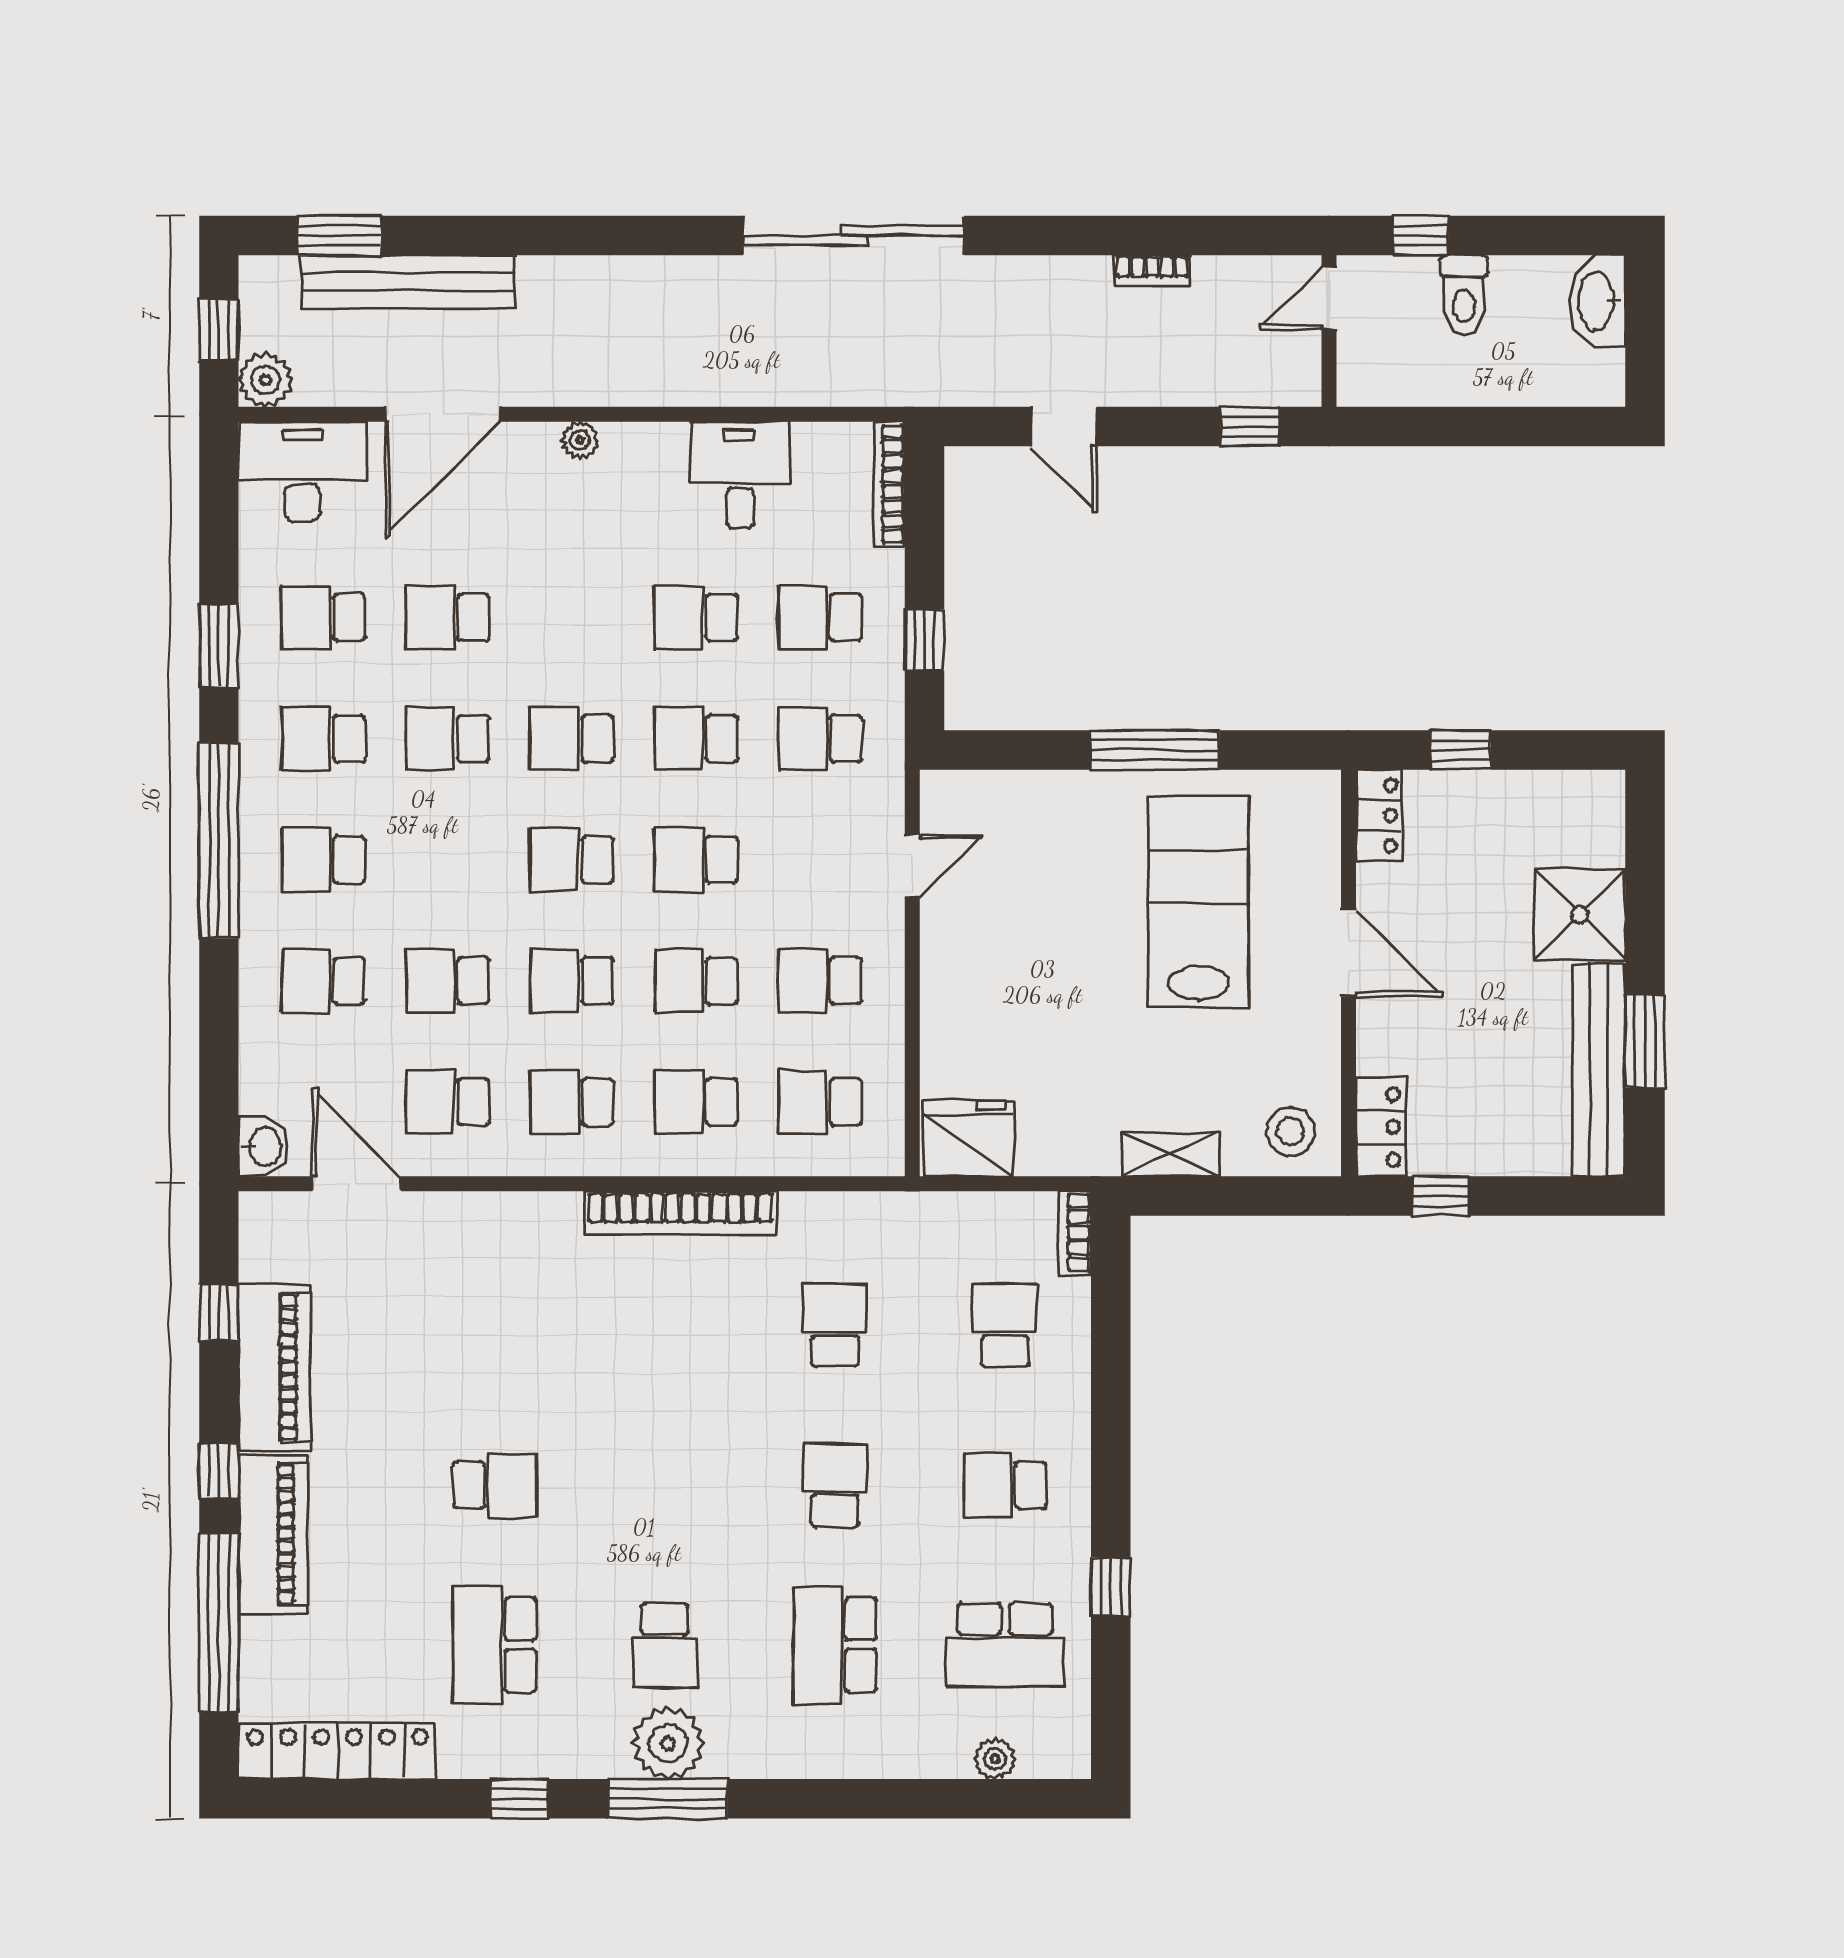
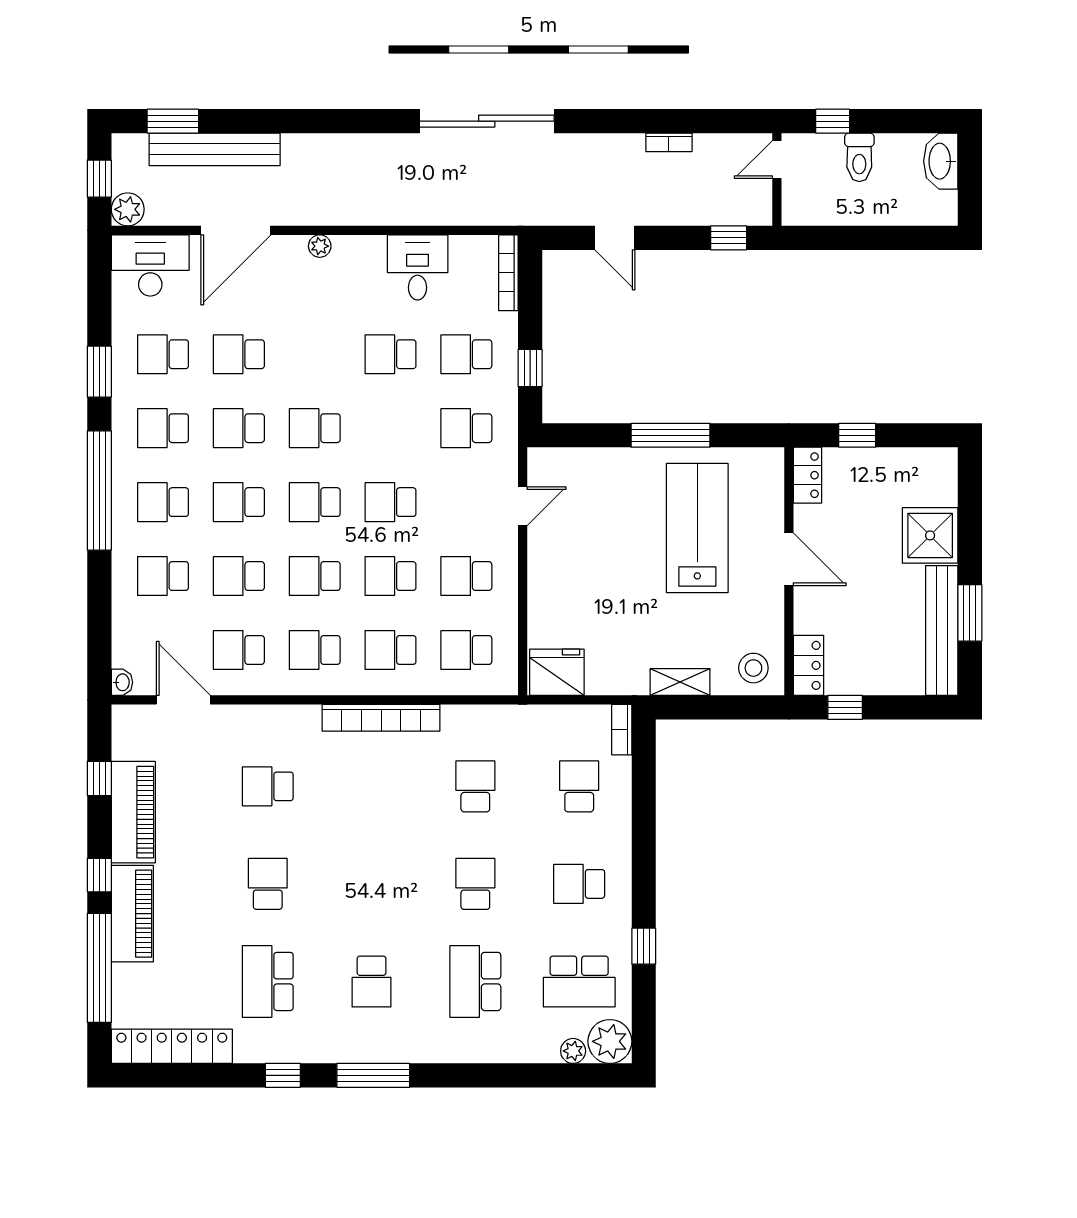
school desk: (696, 738) -> (239, 502), moved
washbasin: (264, 1147) -> (122, 682), width x0.72, depth x0.69
school desk: (495, 1325) -> (268, 786), added
school desk: (495, 1485) -> (268, 884), turned -90
plant: (668, 1743) -> (610, 1041), moved

